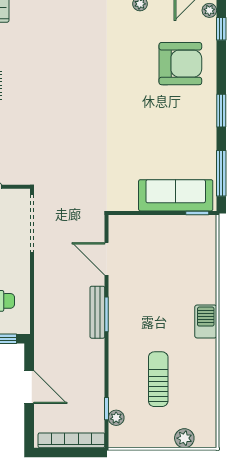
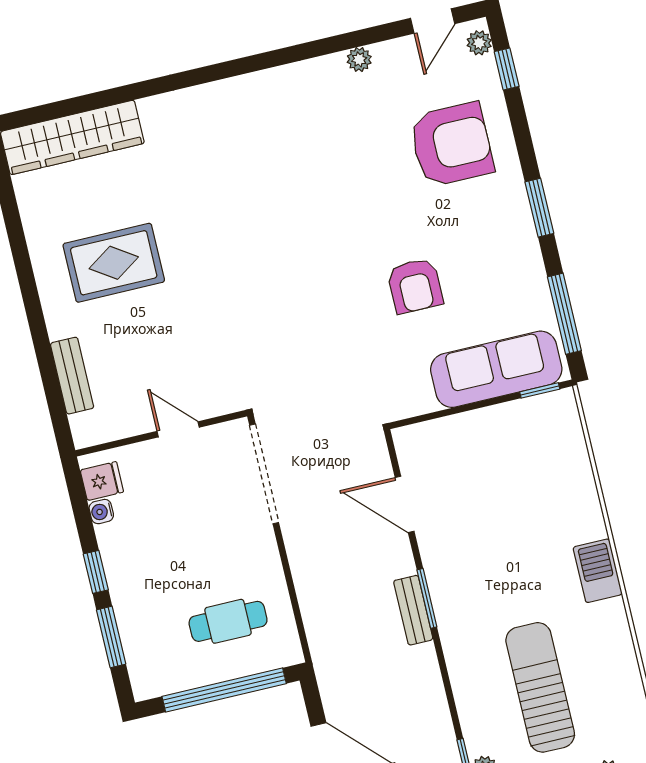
armchair: (141, 138) -> (415, 286), added
bench: (97, 312) -> (413, 610), width x0.73
sun lounger: (158, 379) -> (540, 687), width x1.36, depth x1.34

